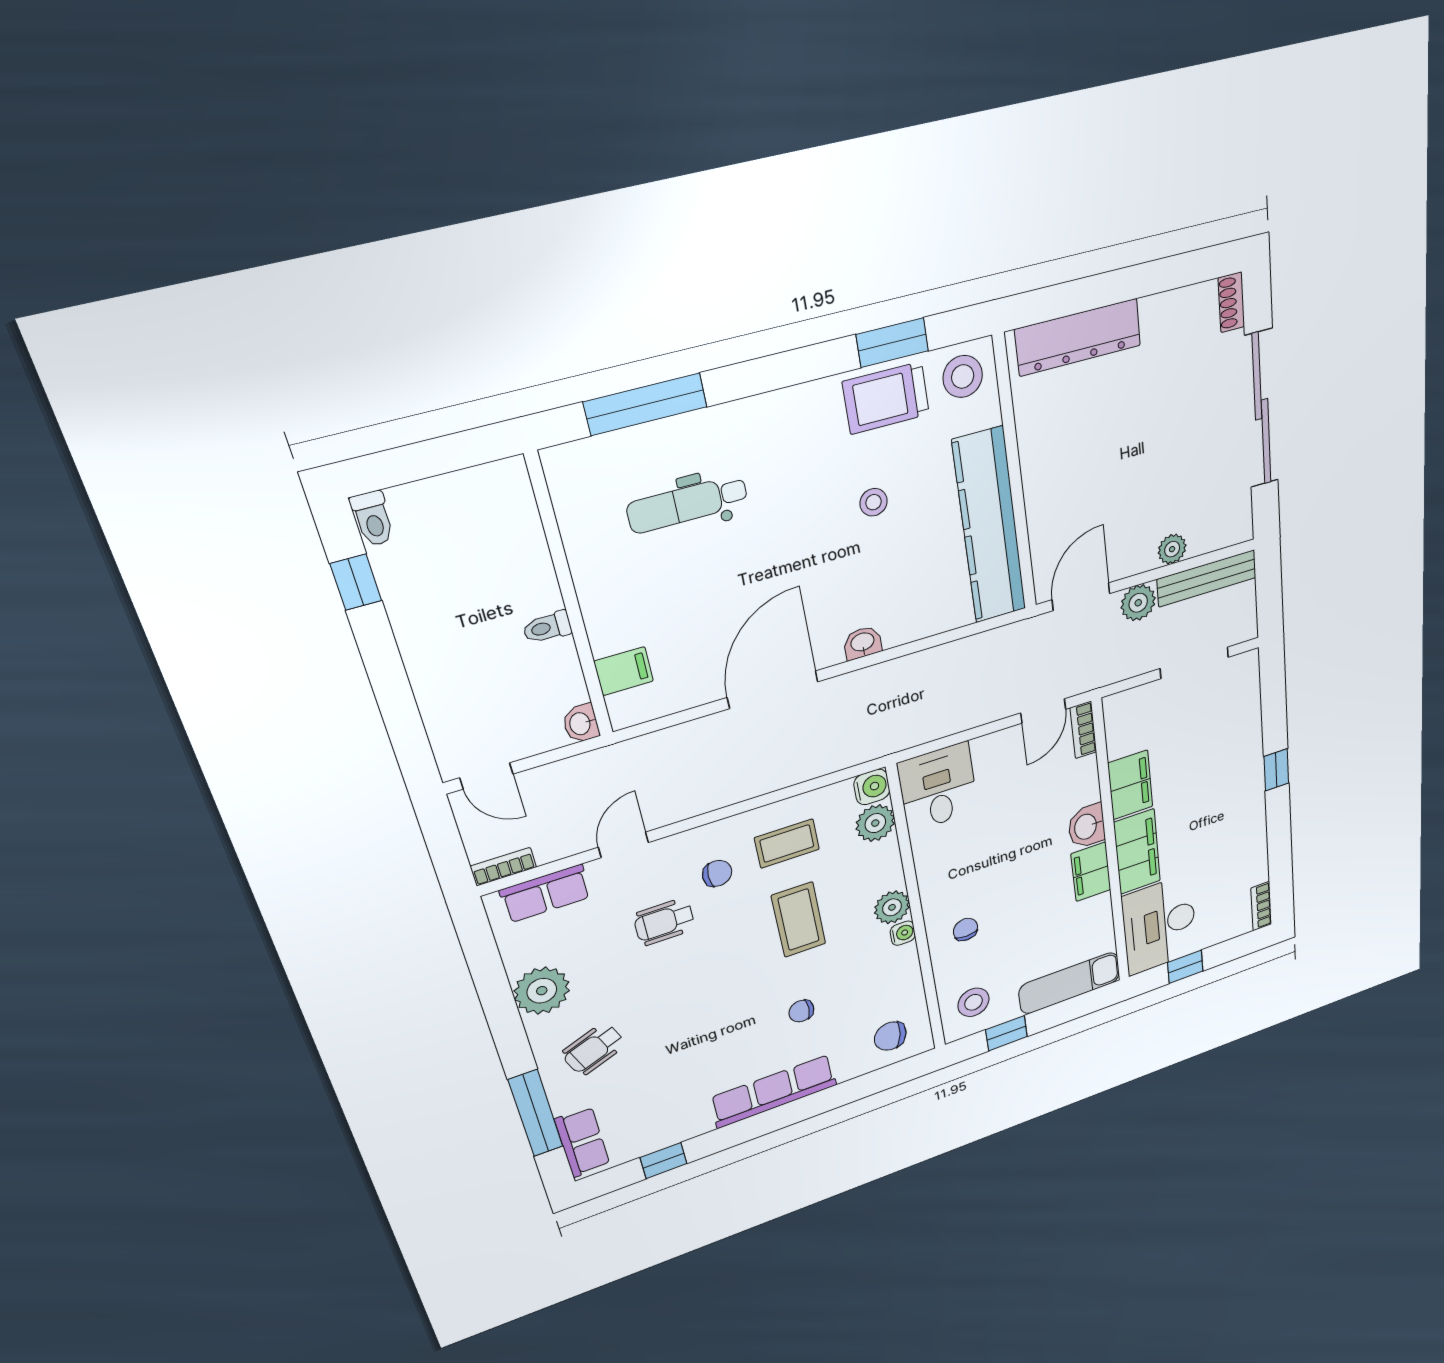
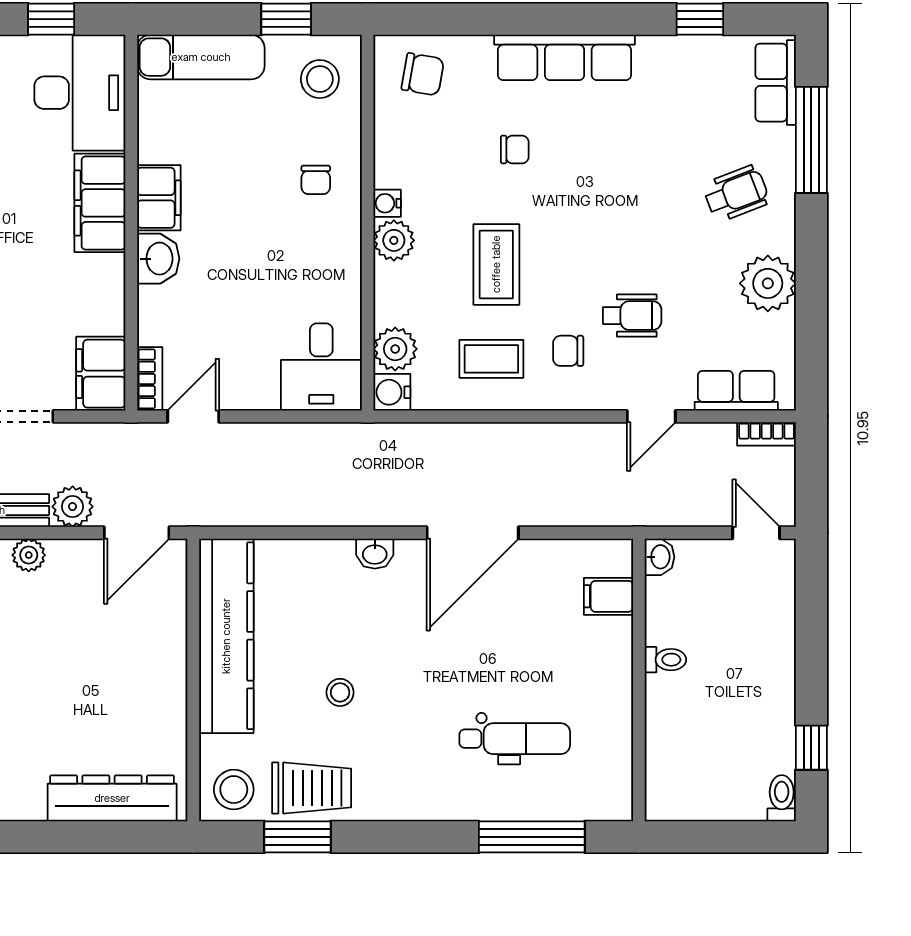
filing cabinet: (1130, 785) -> (101, 374), moved

